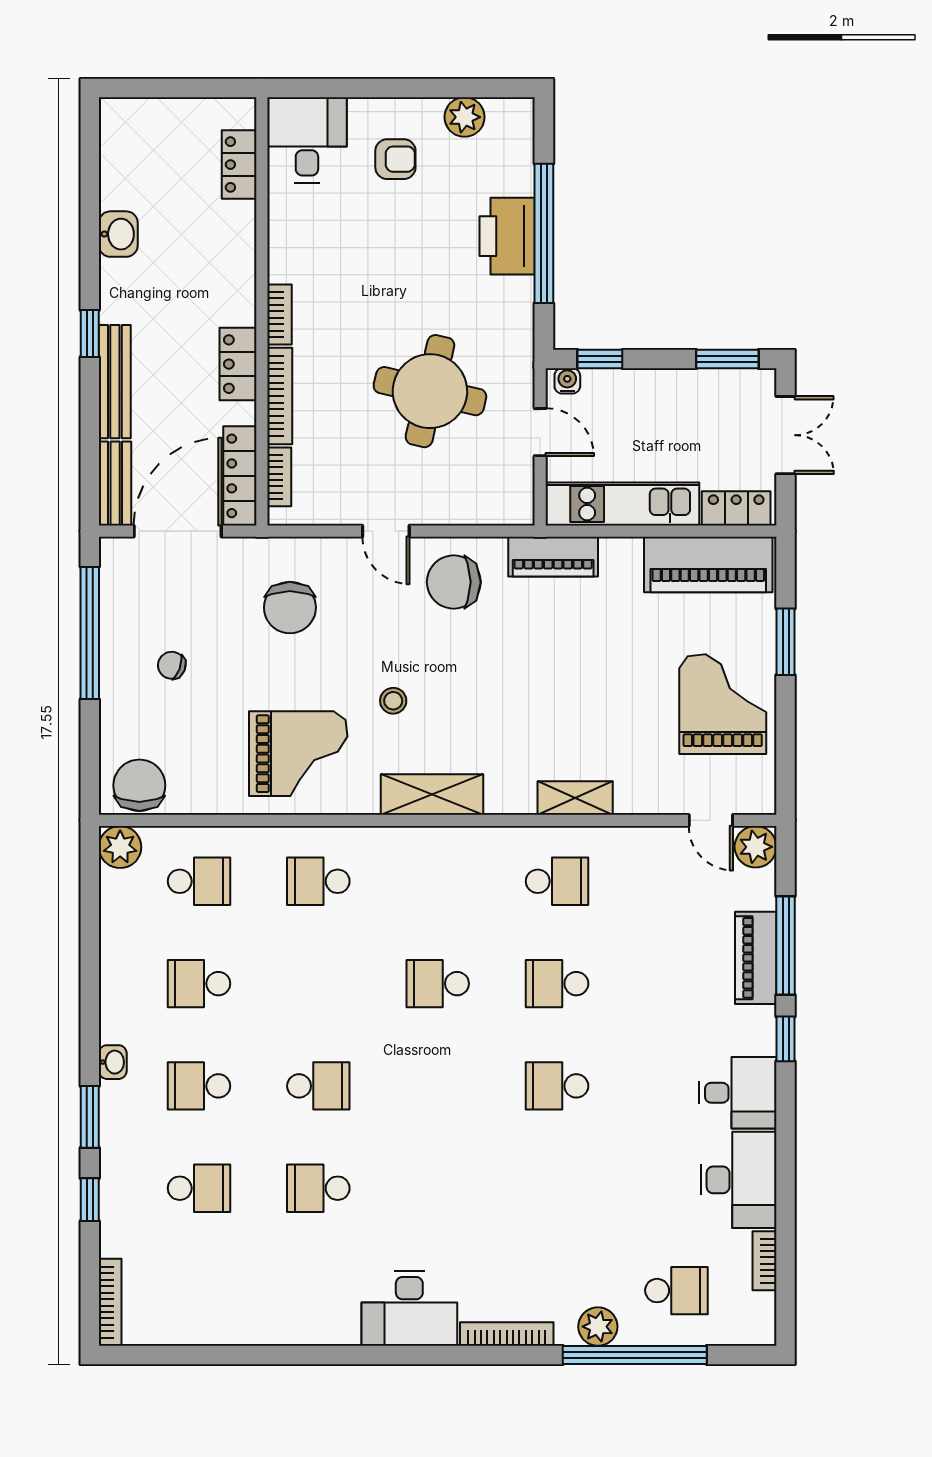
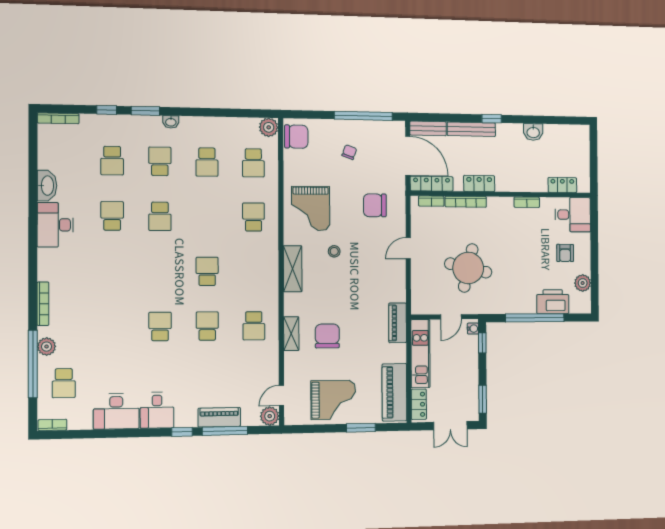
printer: (507, 236) -> (553, 302), moved
bookcase: (279, 315) -> (527, 202), moved
chair: (454, 582) -> (327, 336), moved
school desk: (199, 984) -> (207, 162), turned 180
bookcase: (765, 1261) -> (52, 425), moved
desk: (409, 1308) -> (55, 225), moved
washbasin: (255, 1326) -> (47, 186), added

